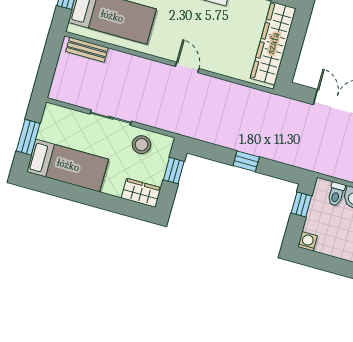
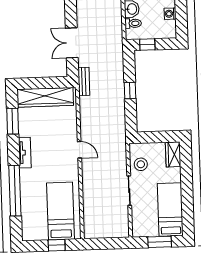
bench: (87, 50) -> (84, 81), moved
door: (187, 67) -> (79, 150), swing flipped
window: (174, 171) -> (151, 137), removed
washing machine: (307, 241) -> (170, 14), moved

